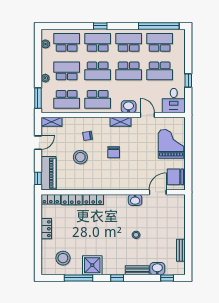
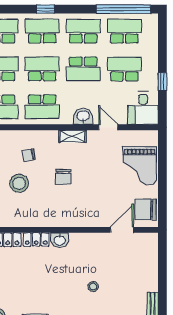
school desk: (98, 71) -> (42, 69), turned 180
school desk: (160, 71) -> (124, 69), turned 180
grand piano: (171, 144) -> (140, 166), turned 180
washbasin: (135, 200) -> (60, 240), moved

